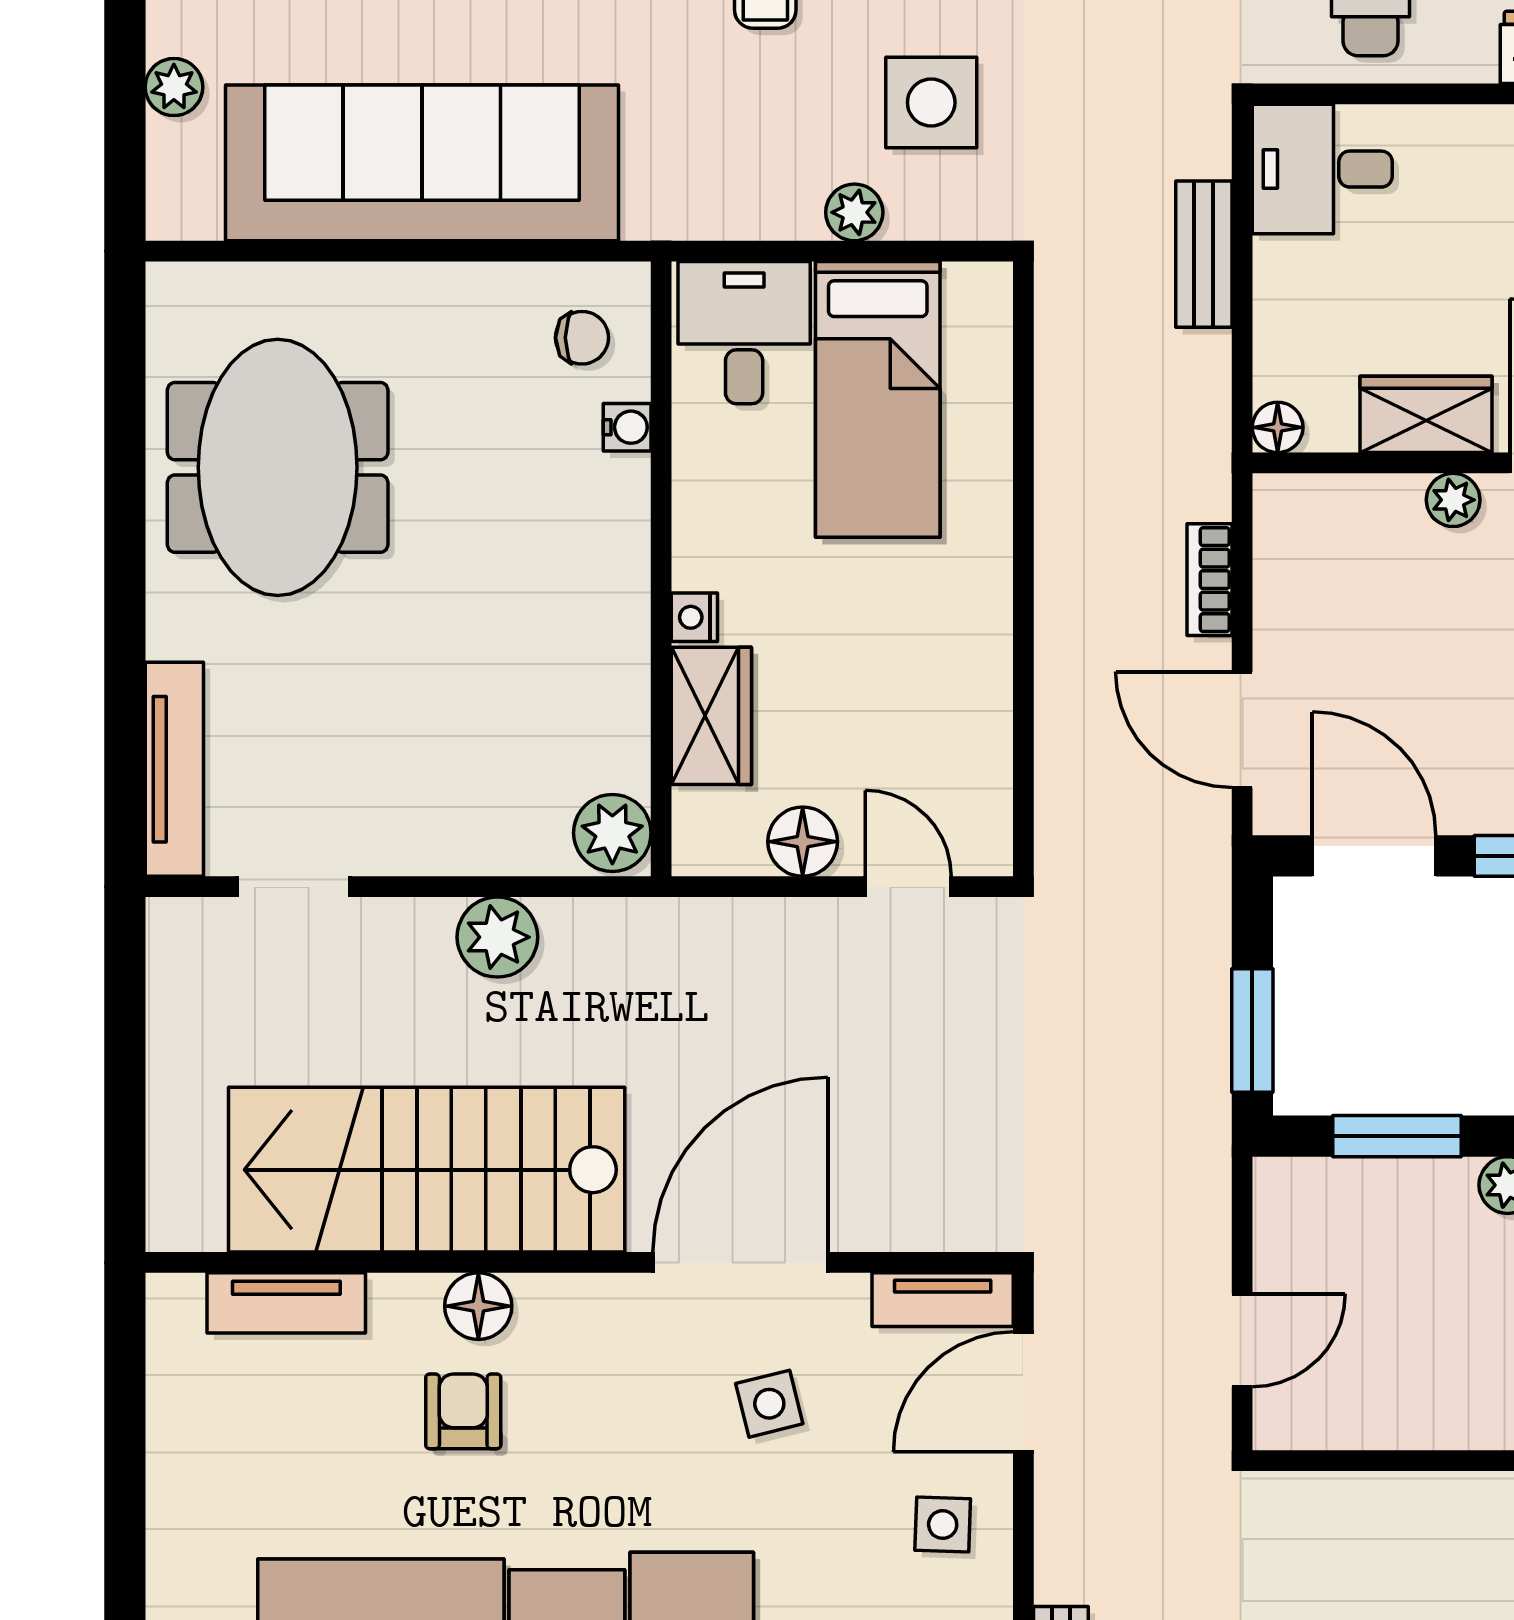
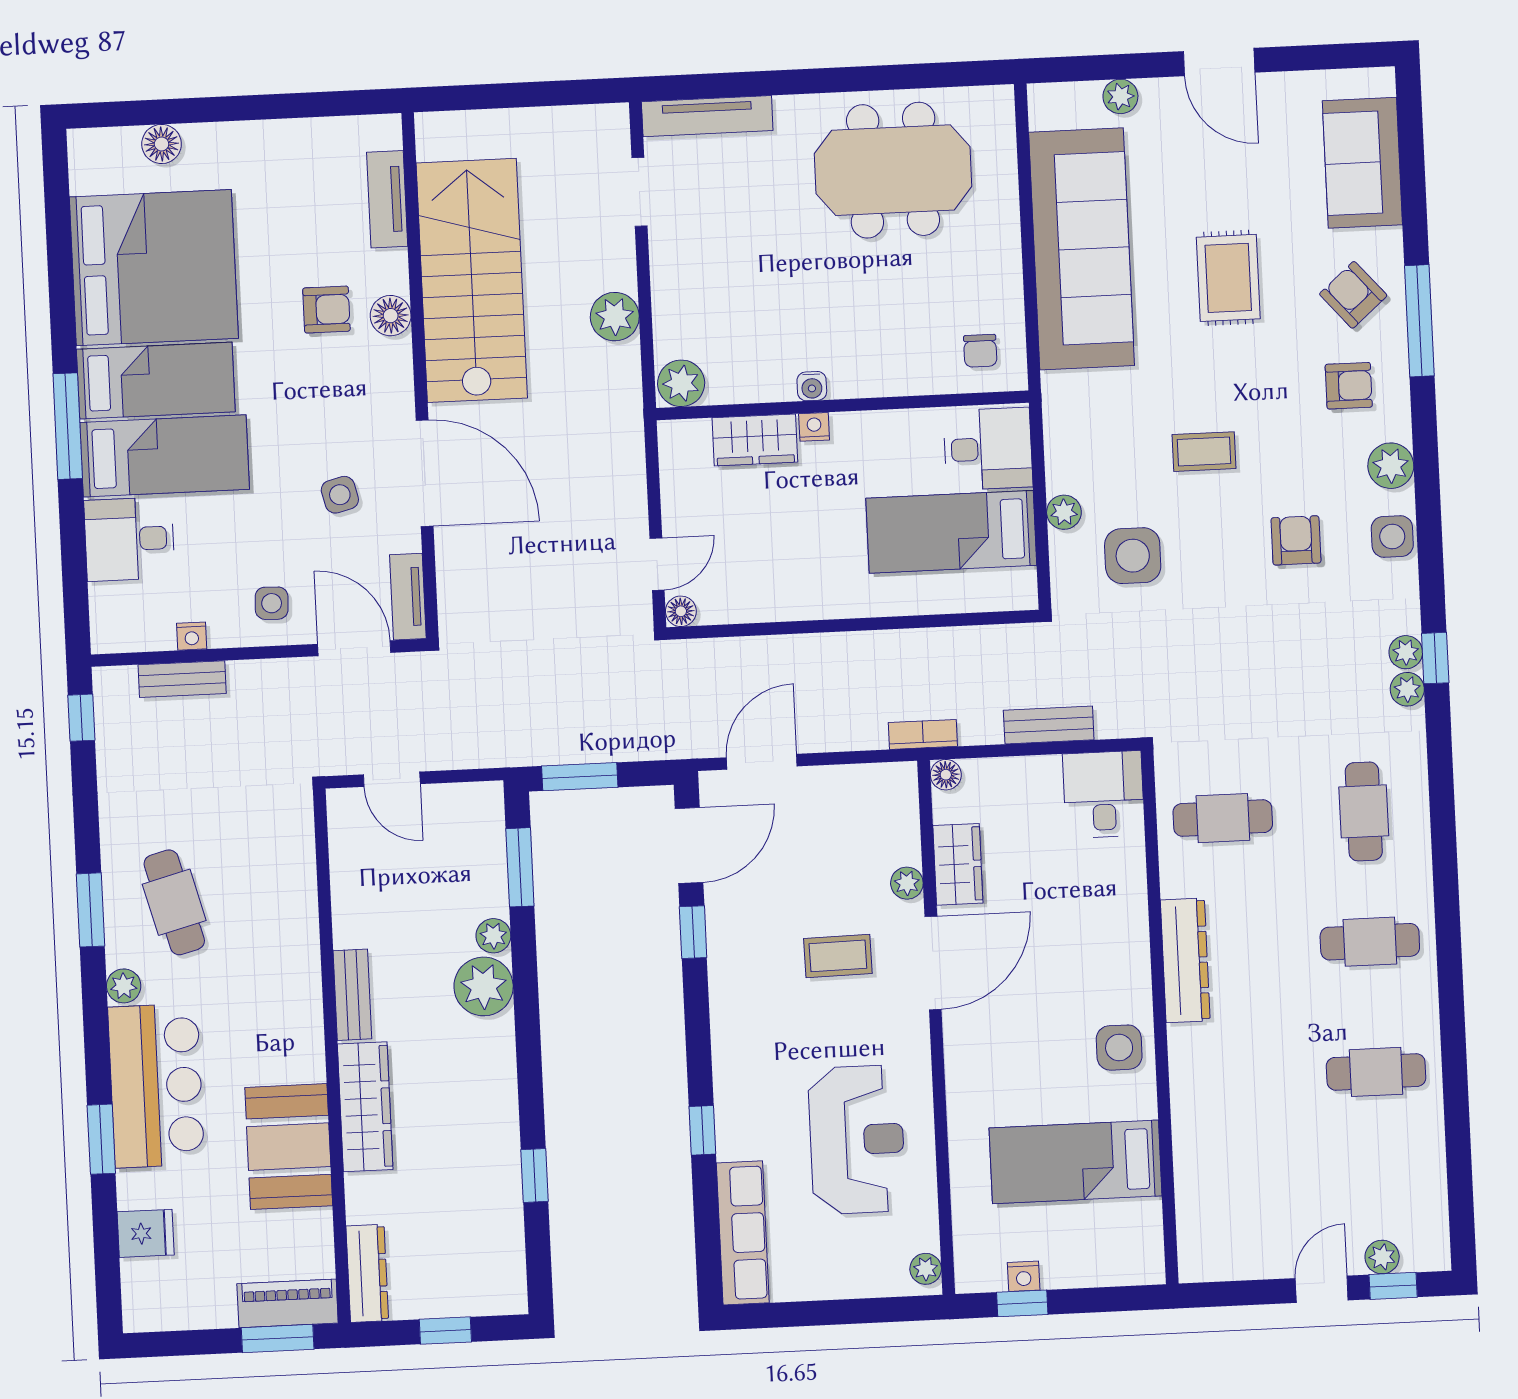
water cooler: (627, 427) -> (812, 386), moved
bookcase: (1209, 580) -> (923, 734), moved
floor lamp: (803, 842) -> (681, 611), moved, width x0.73, depth x0.73

